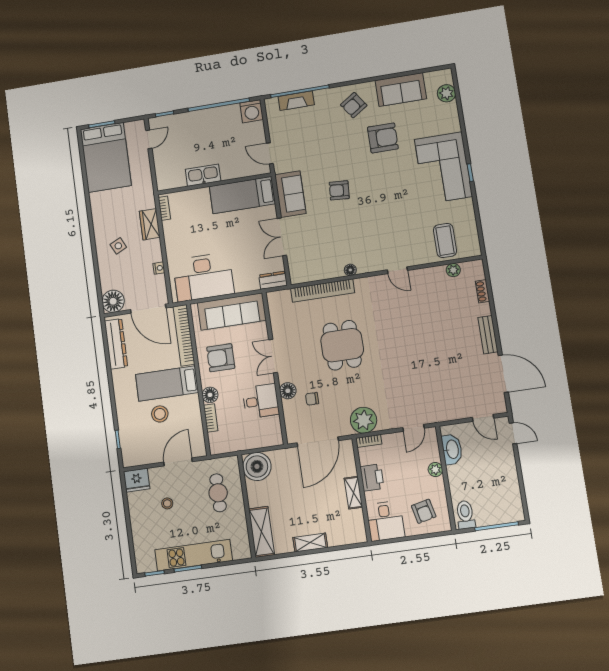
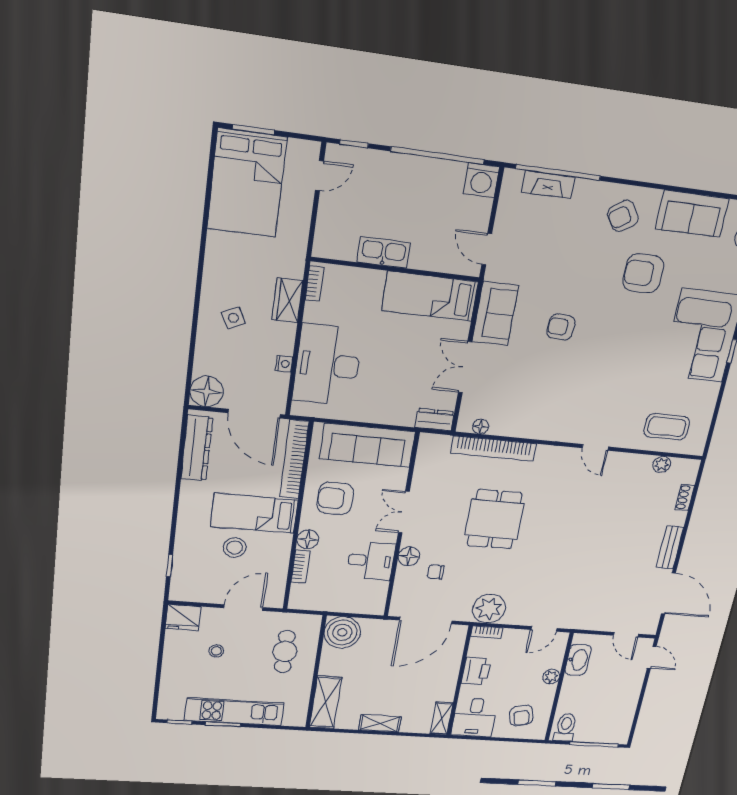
armchair: (383, 138) -> (643, 273), turned 180
coffee table: (445, 241) -> (667, 427), turned 90
floor lamp: (350, 270) -> (481, 426), moved
desk: (203, 277) -> (327, 365), moved, turned 90
shelving: (353, 493) -> (442, 718), moved

